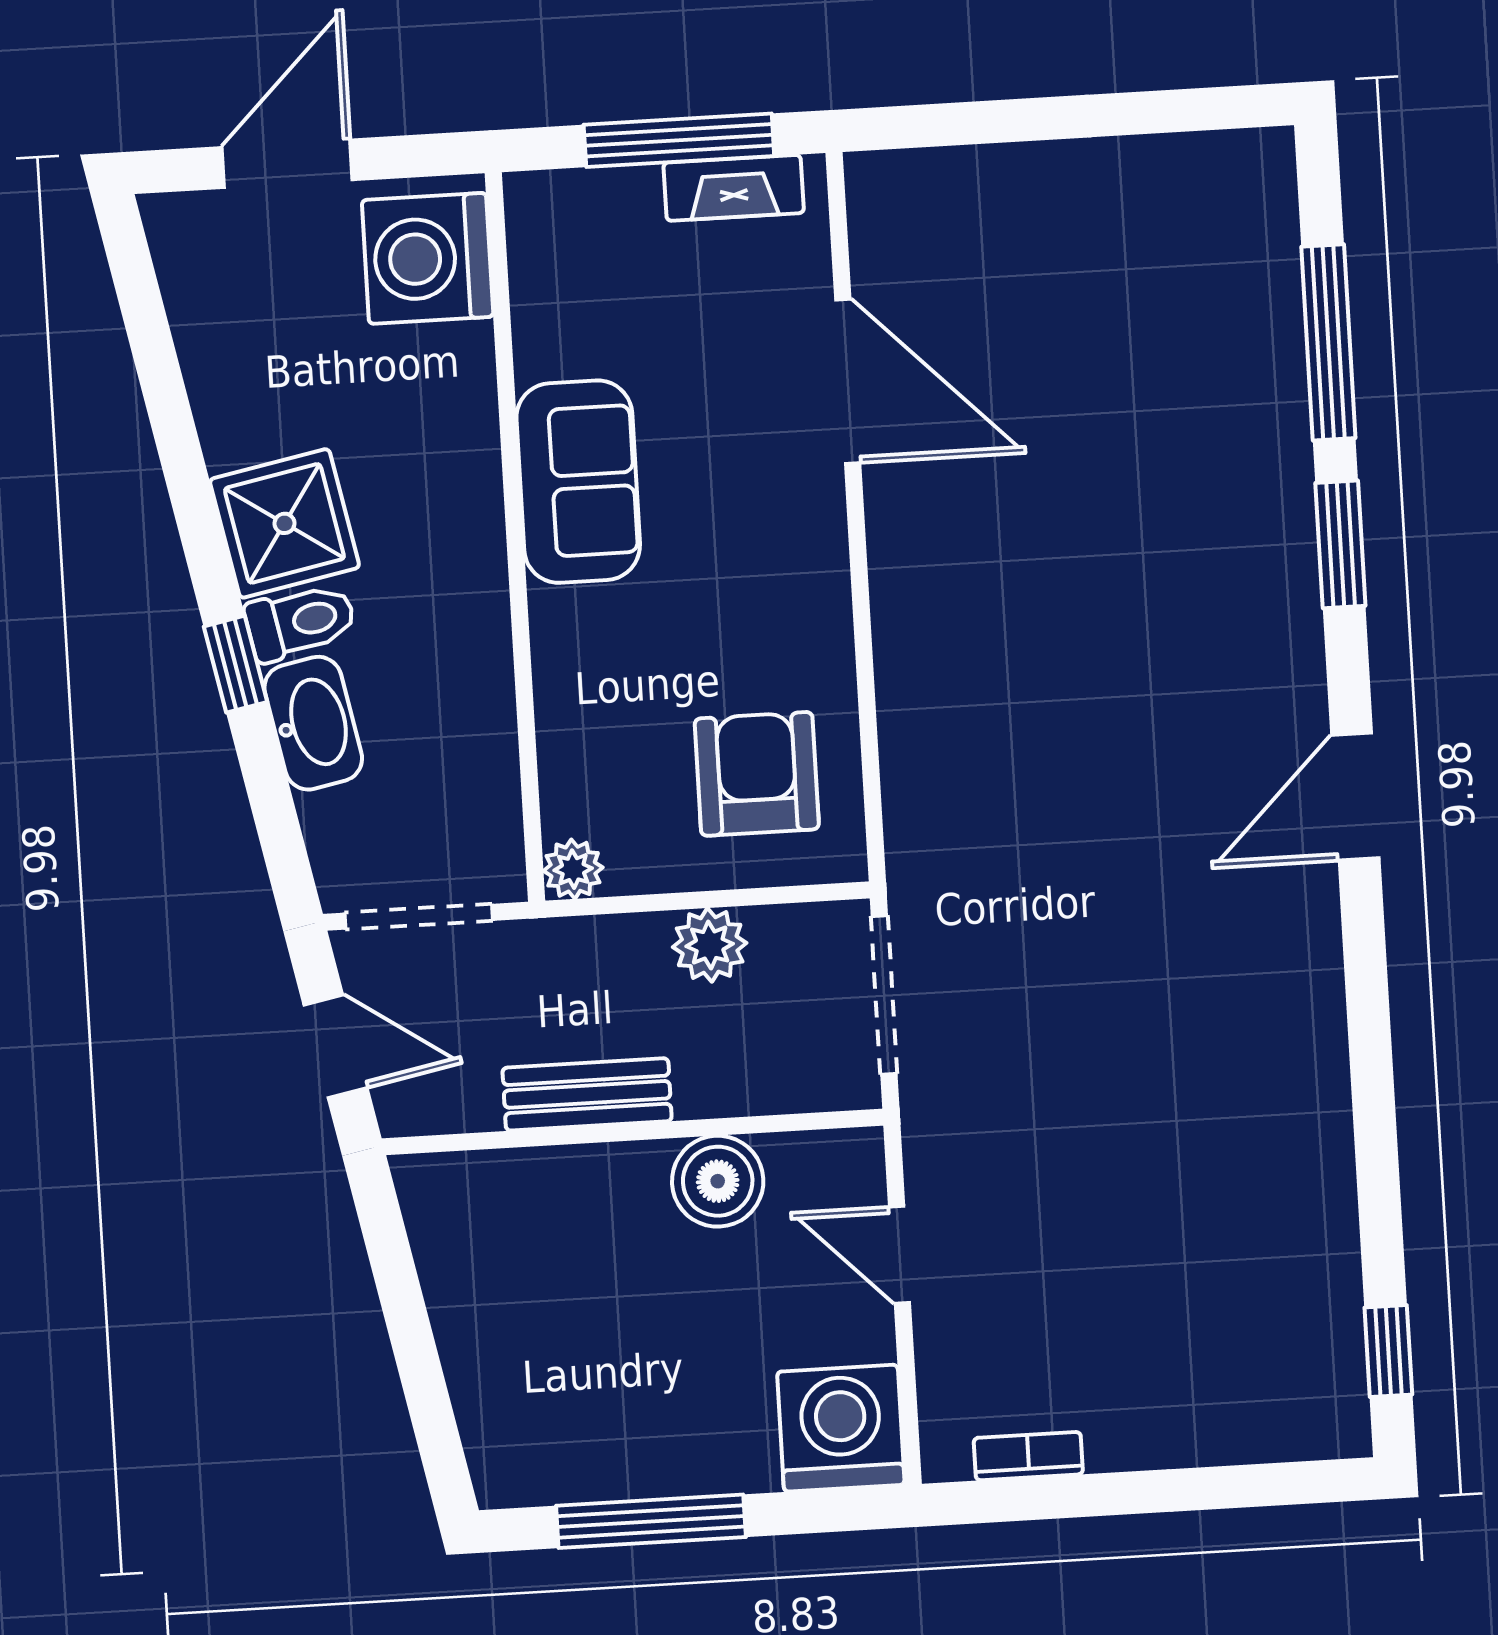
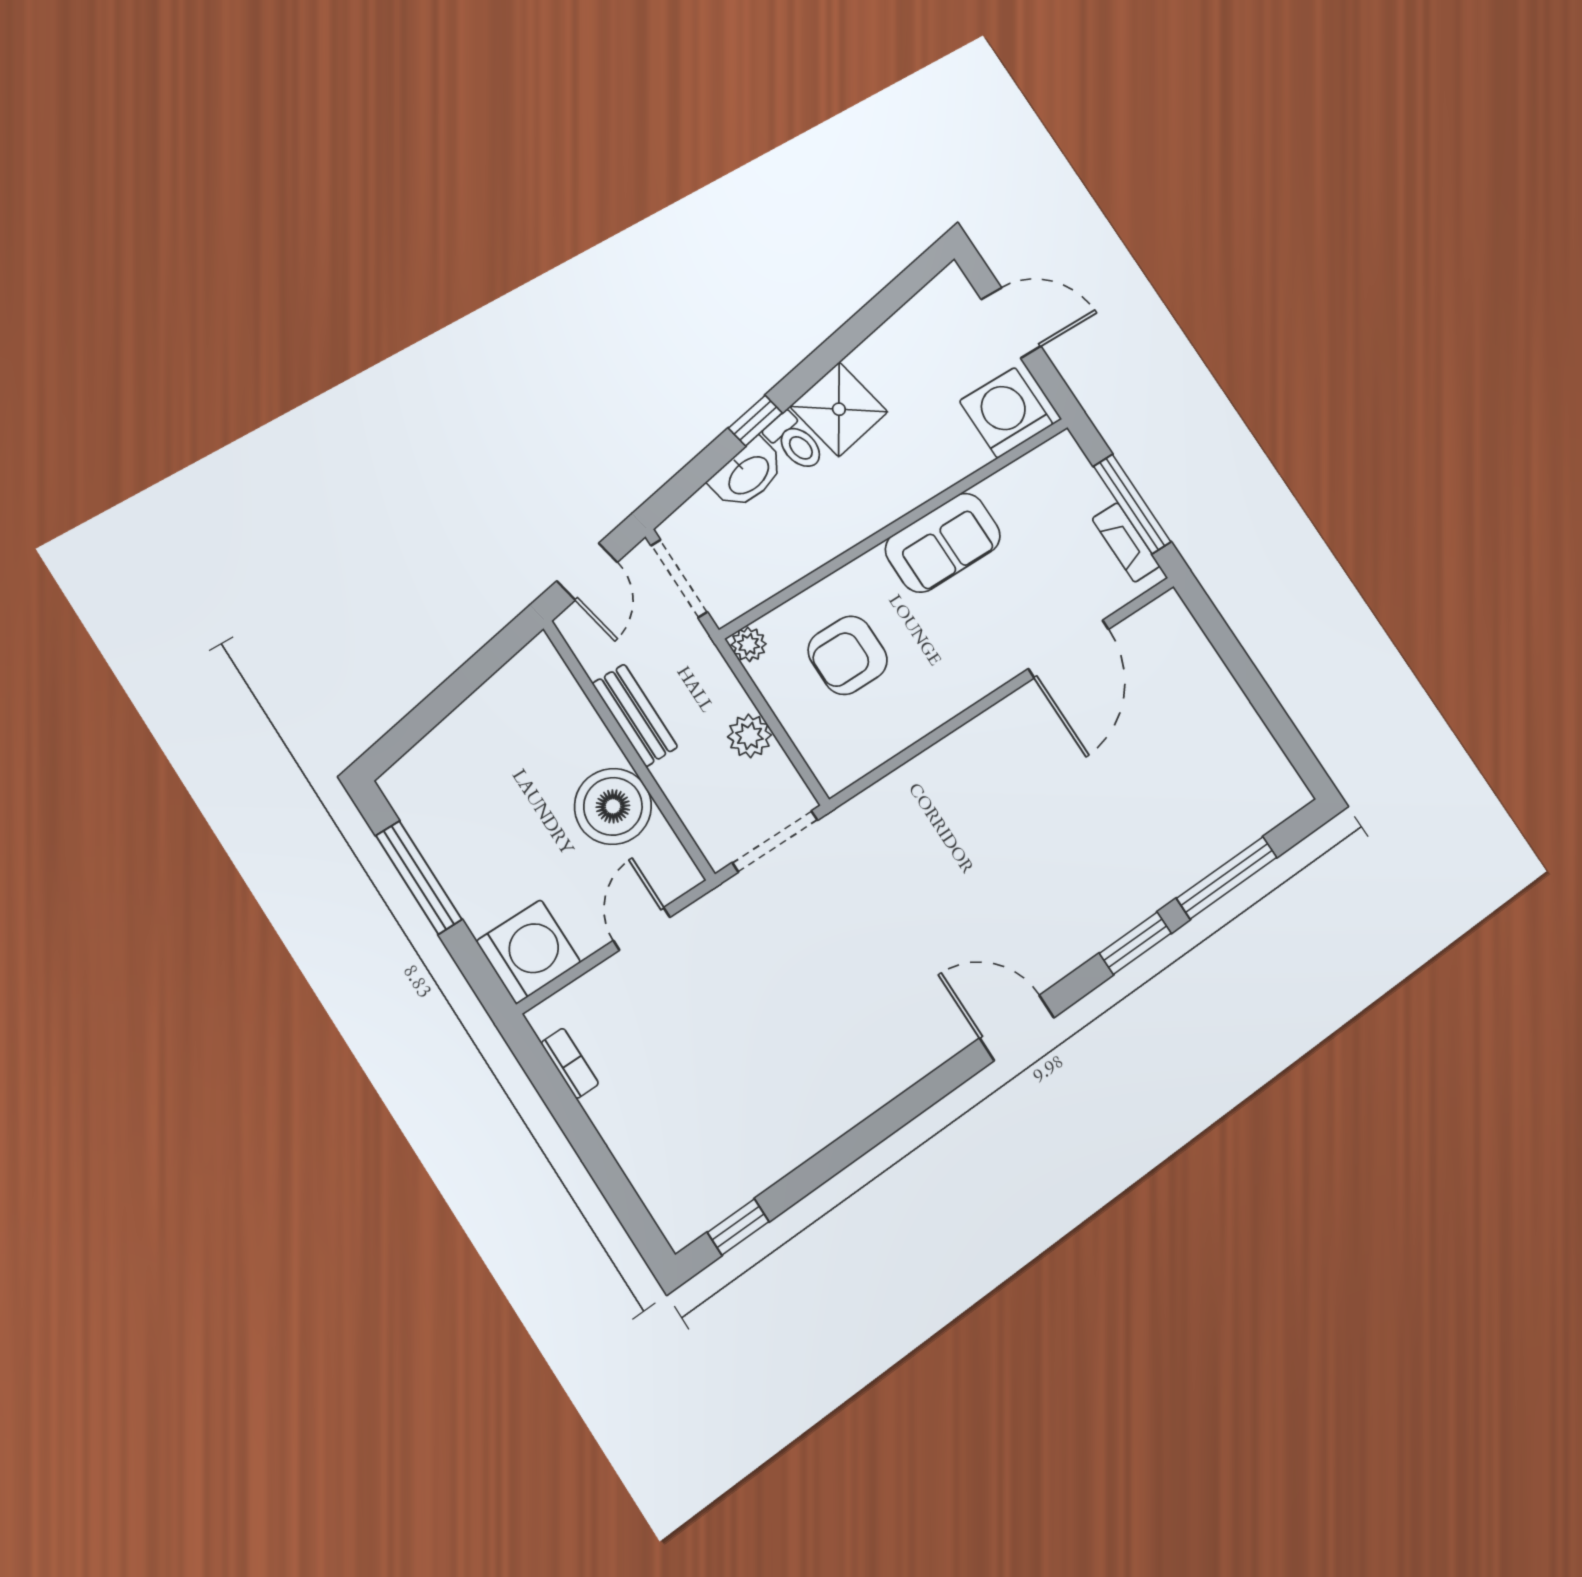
armchair: (757, 774) -> (848, 655), moved, turned 180
boiler: (718, 1181) -> (613, 806), width x1.37, depth x1.37

